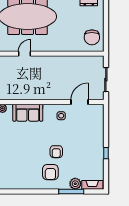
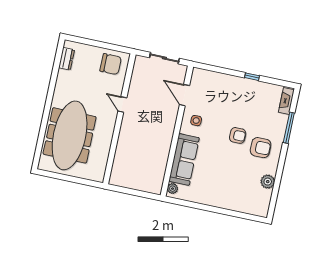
door: (25, 54) -> (122, 104), moved
sofa: (28, 113) -> (184, 159), width x1.36
plant: (75, 184) -> (268, 182), moved

